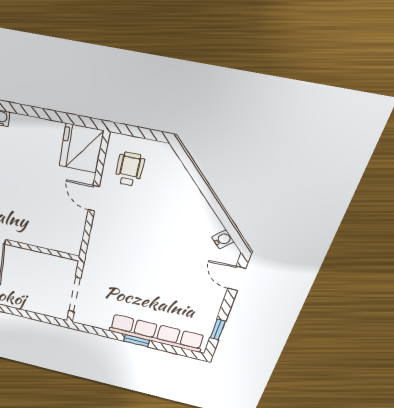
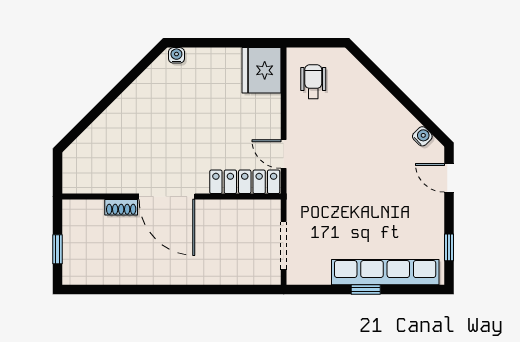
door: (94, 198) -> (284, 154), moved
locker: (50, 240) -> (245, 182), added

